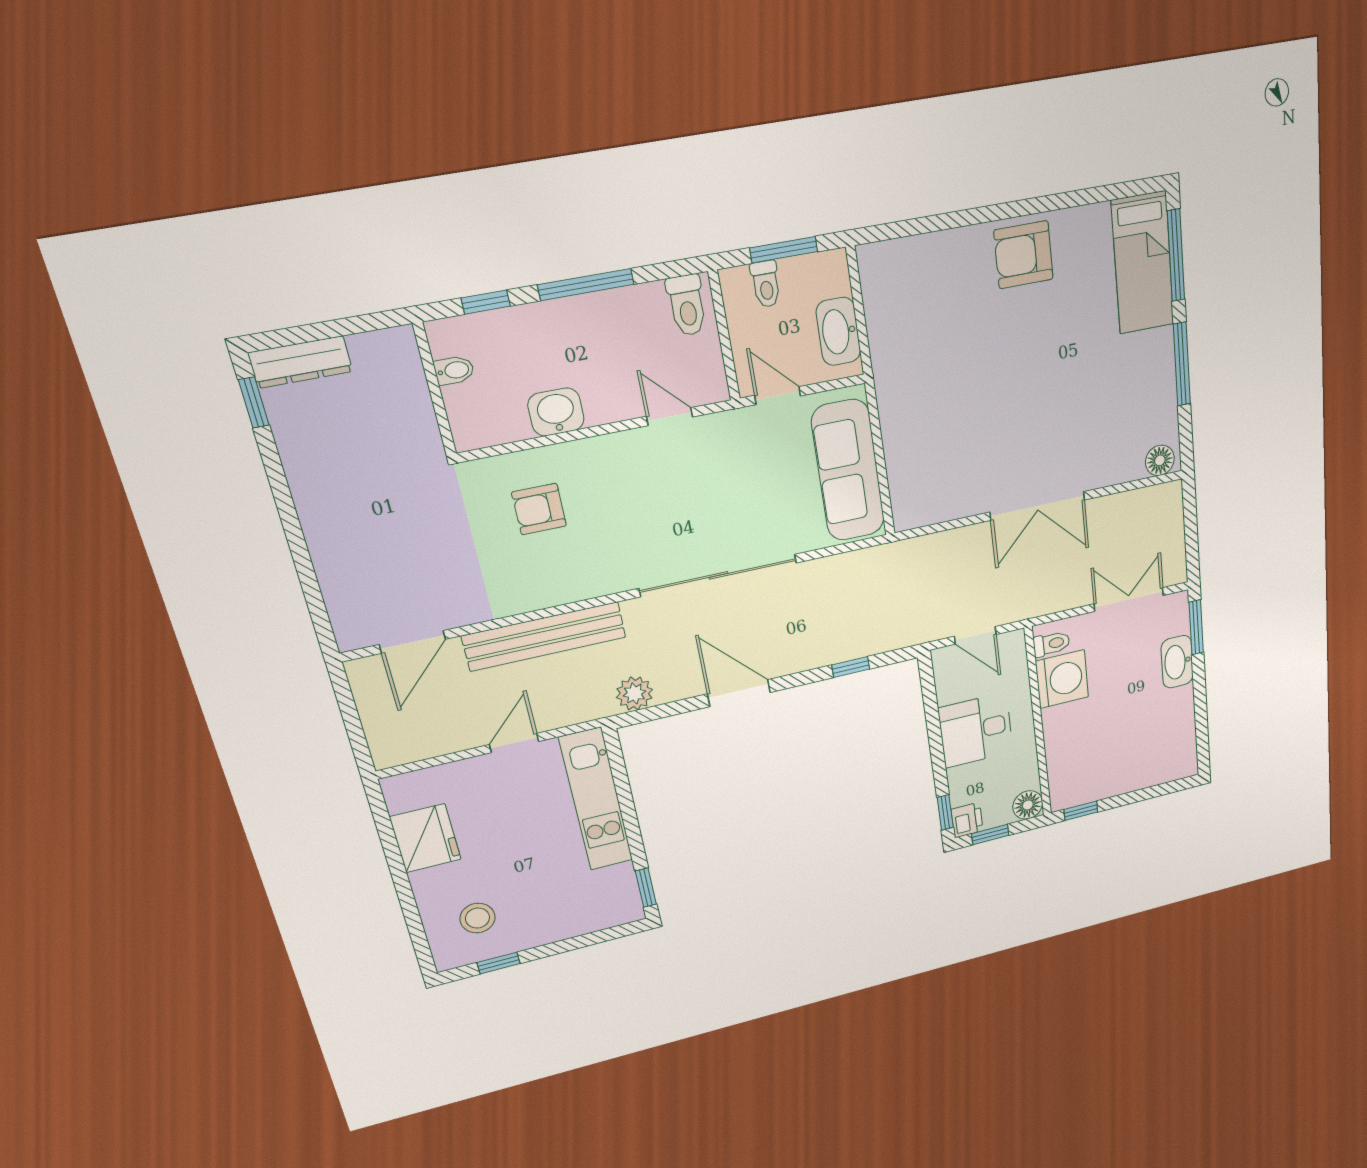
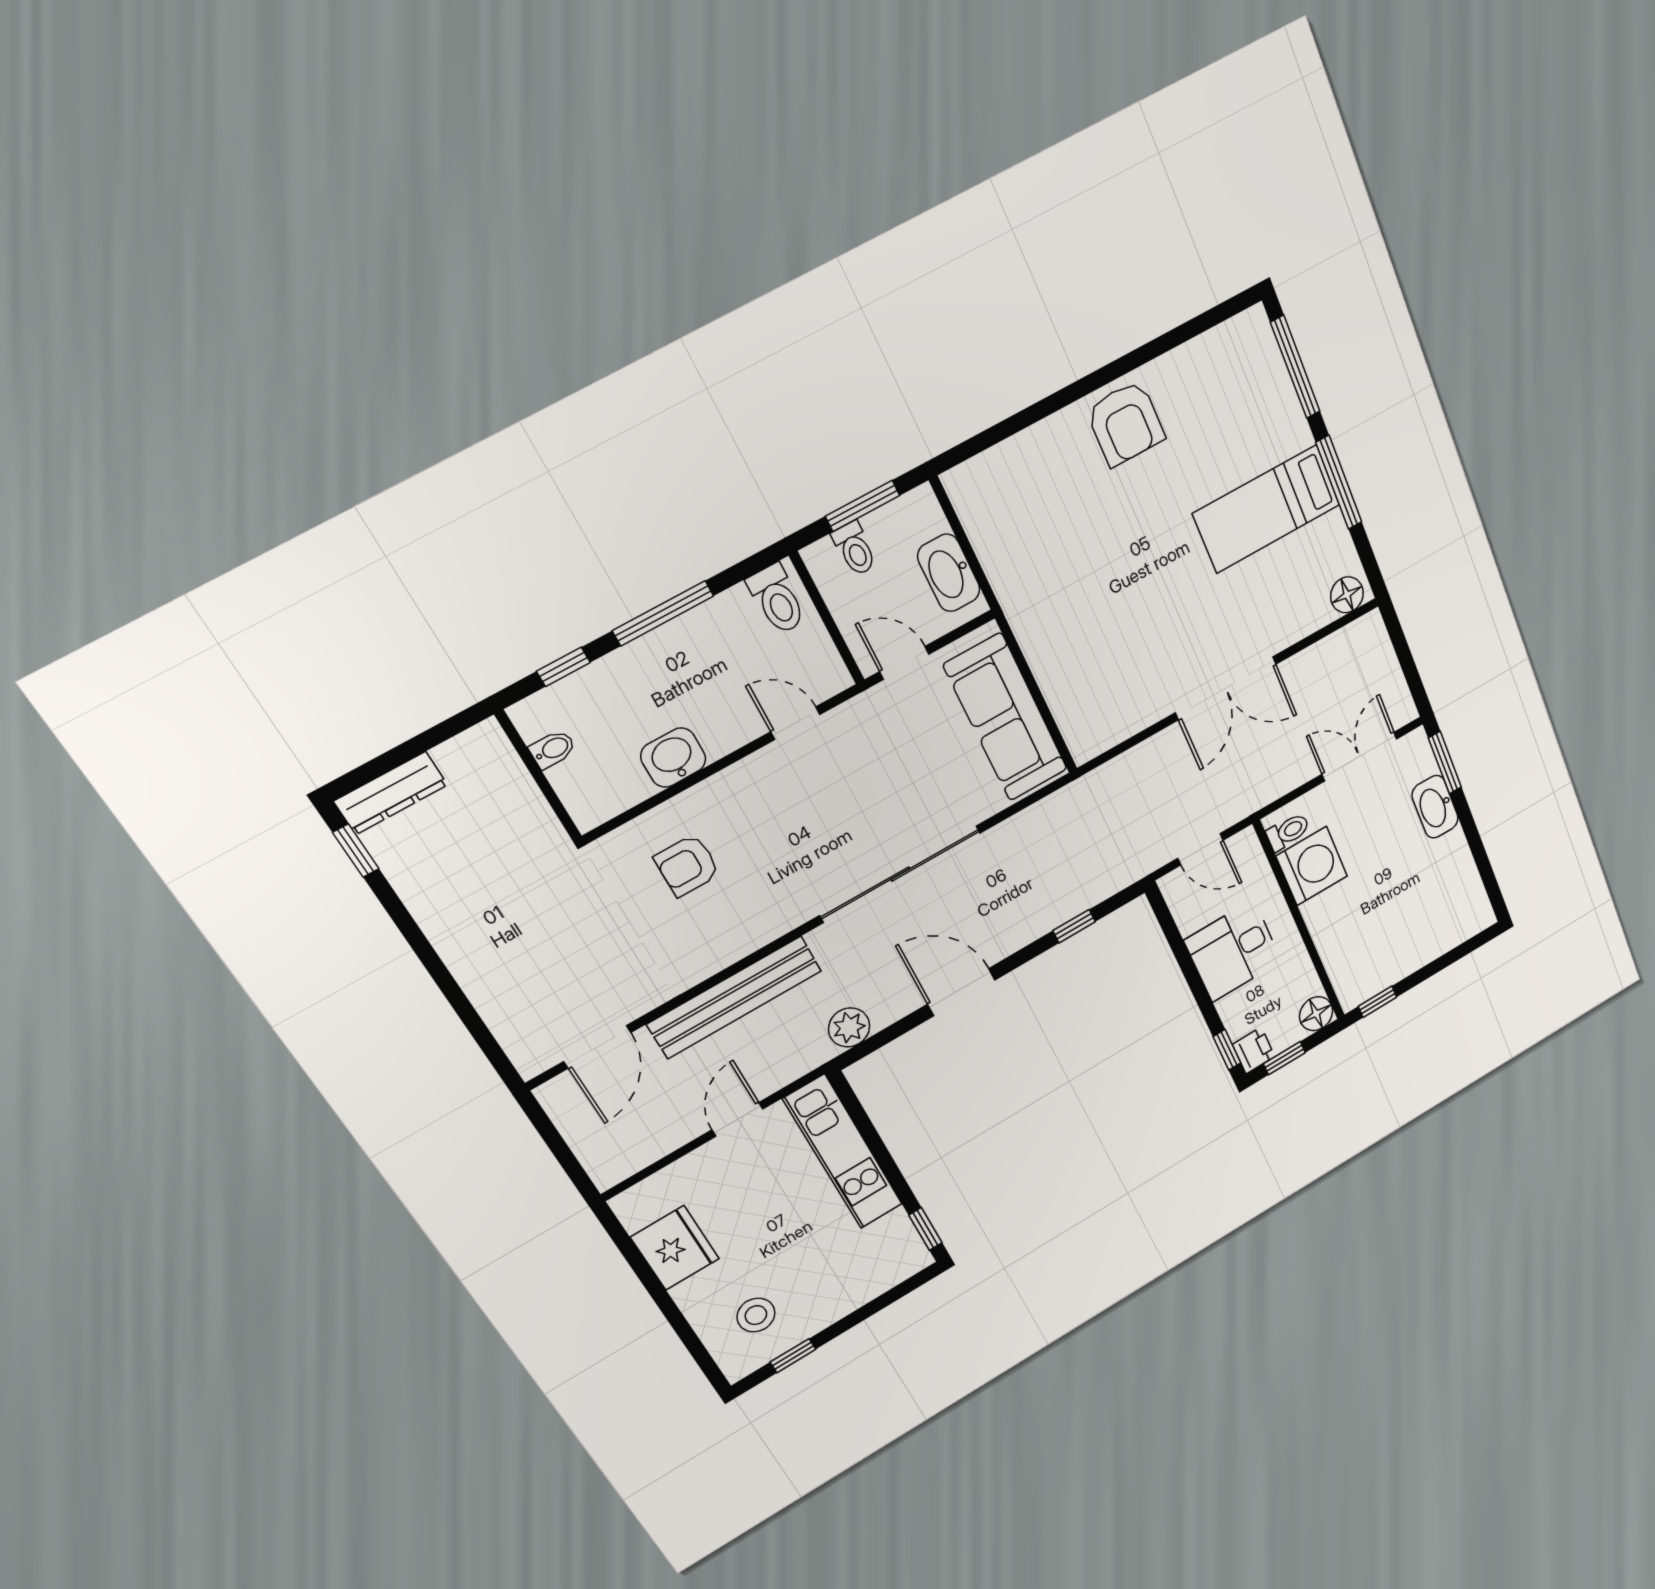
armchair: (1024, 255) -> (1126, 423), turned -90
bed: (1143, 263) -> (1267, 509), moved, turned 90

